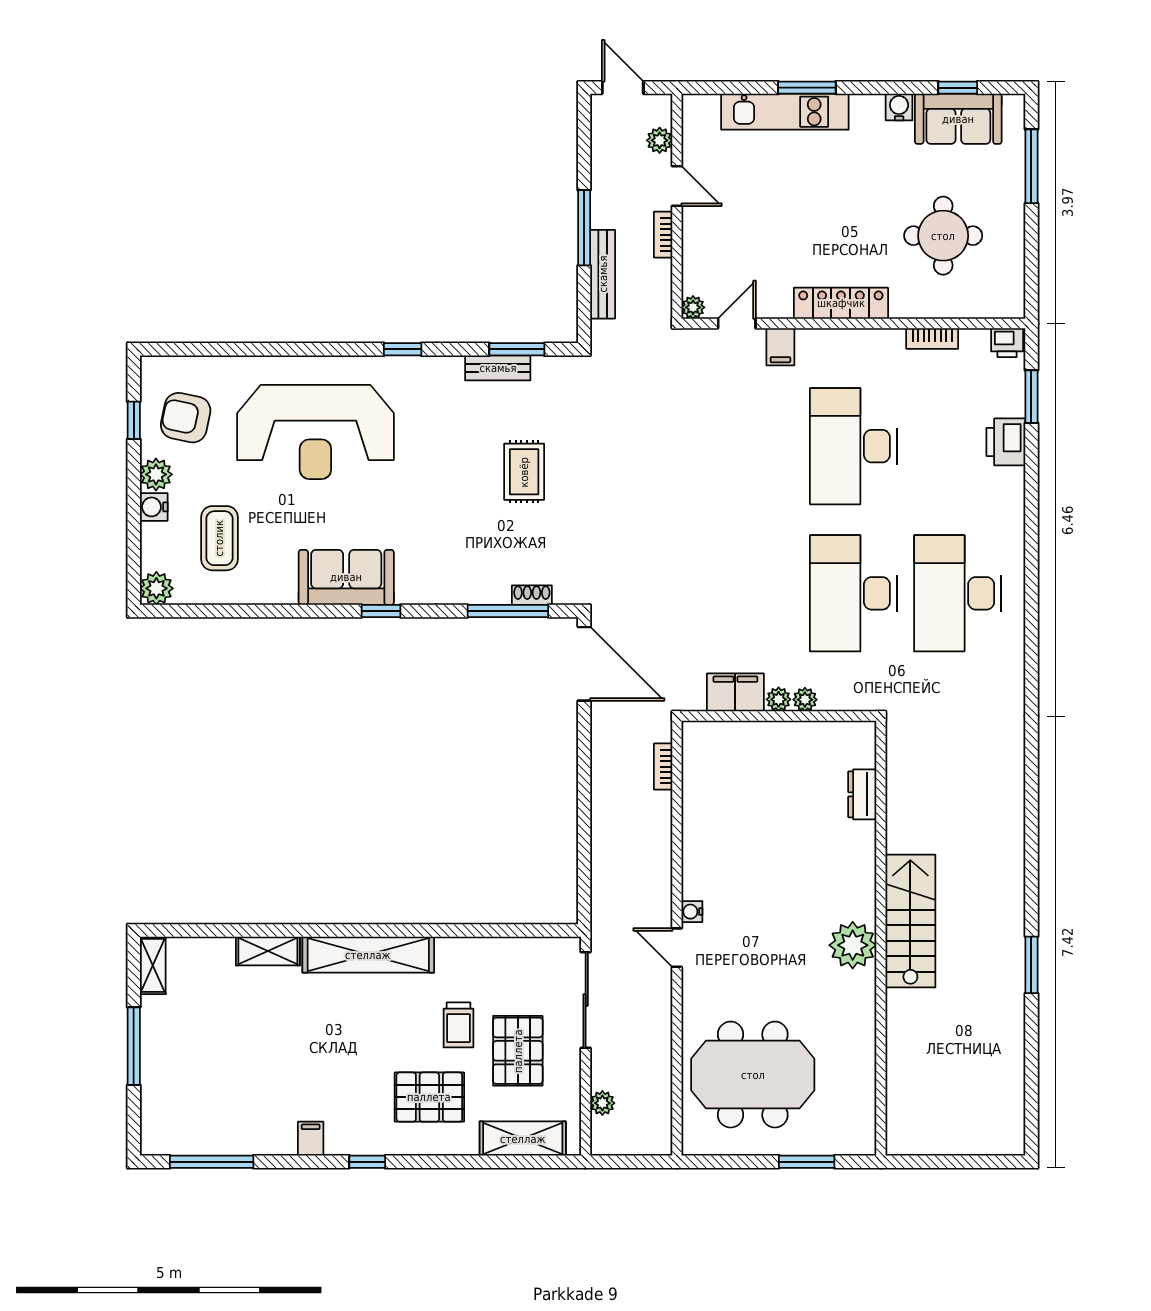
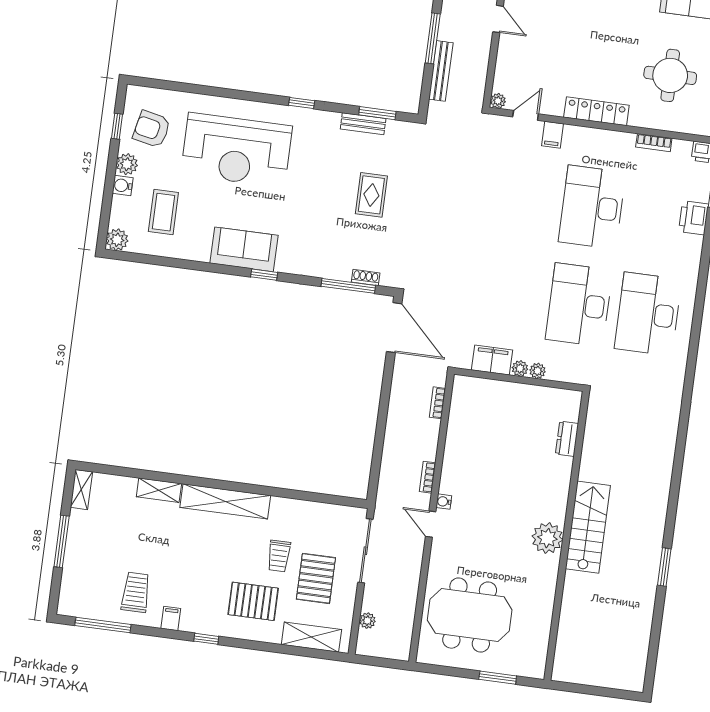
bookcase: (663, 235) -> (428, 477), moved
trolley: (253, 1107) -> (136, 592), added

